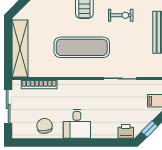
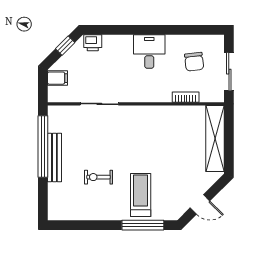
exercise mat: (82, 47) -> (144, 140), removed
bookcase: (39, 84) -> (186, 97), width x0.64
chair: (45, 126) -> (194, 62), moved

